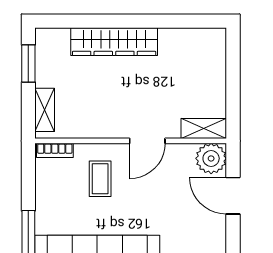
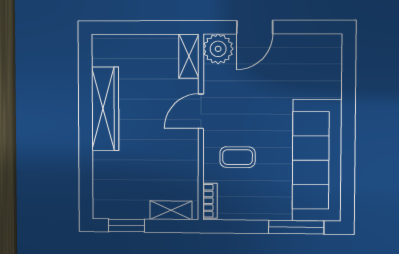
wardrobe: (114, 42) -> (105, 109), moved
door: (147, 141) -> (201, 111), swing flipped

